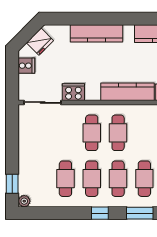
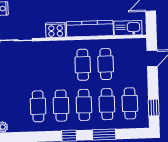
cooker: (73, 92) -> (56, 30), moved
cafe table: (92, 133) -> (106, 64), moved

